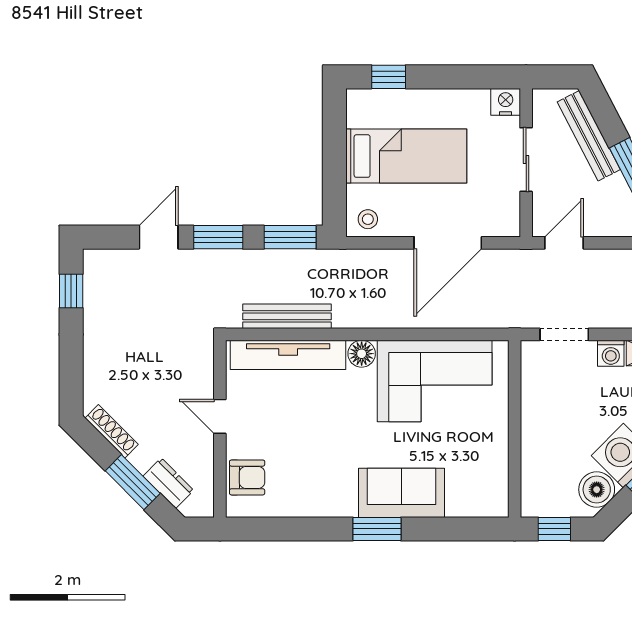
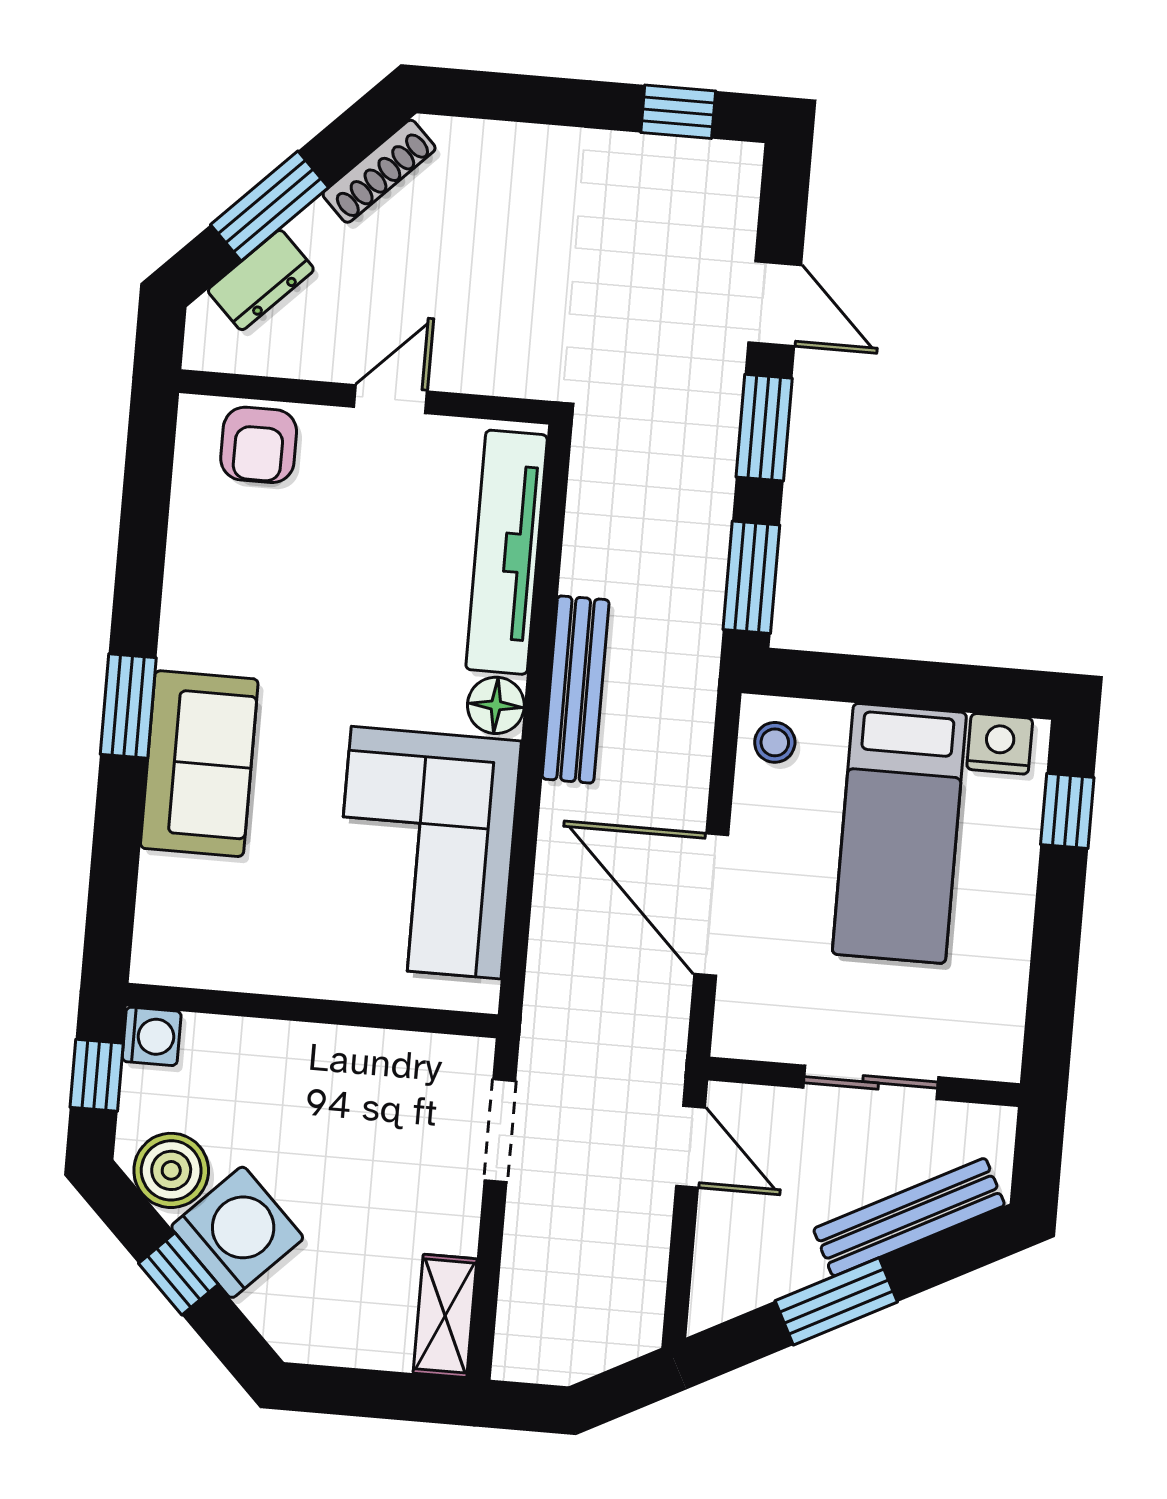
nightstand: (506, 102) -> (1000, 744), moved, turned -90
bench: (287, 316) -> (576, 689), moved
washing machine: (611, 353) -> (152, 1036), moved, turned 180

